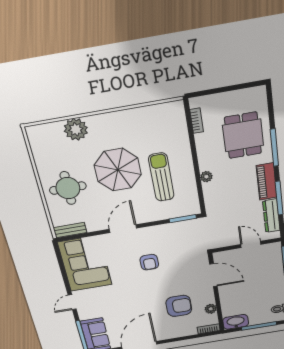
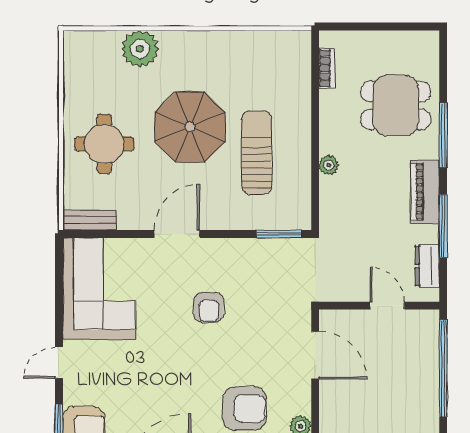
dining table: (243, 135) -> (396, 105), turned 90
dresser: (271, 216) -> (427, 266), width x0.70

